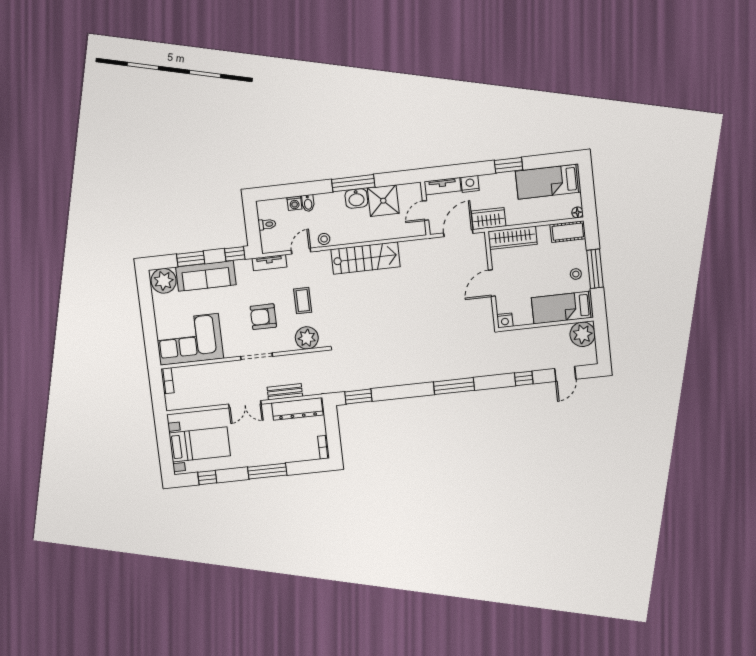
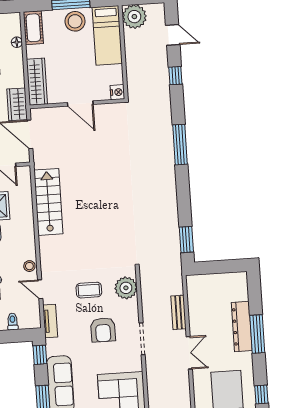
floor lamp: (577, 212) -> (17, 42), moved
stairs: (365, 258) -> (48, 202), moved
stool: (576, 274) -> (75, 21), width x1.89, depth x1.89
dresser: (297, 409) -> (242, 326), moved, turned 180
bookcase: (324, 447) -> (236, 277), removed

